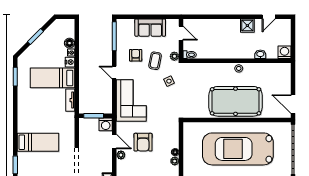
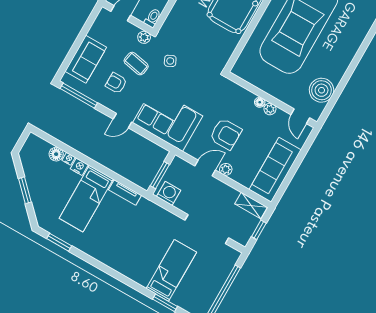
sofa: (150, 28) -> (86, 59), moved
washing machine: (106, 124) -> (169, 193), moved, turned -90
bed: (38, 142) -> (171, 270), moved

